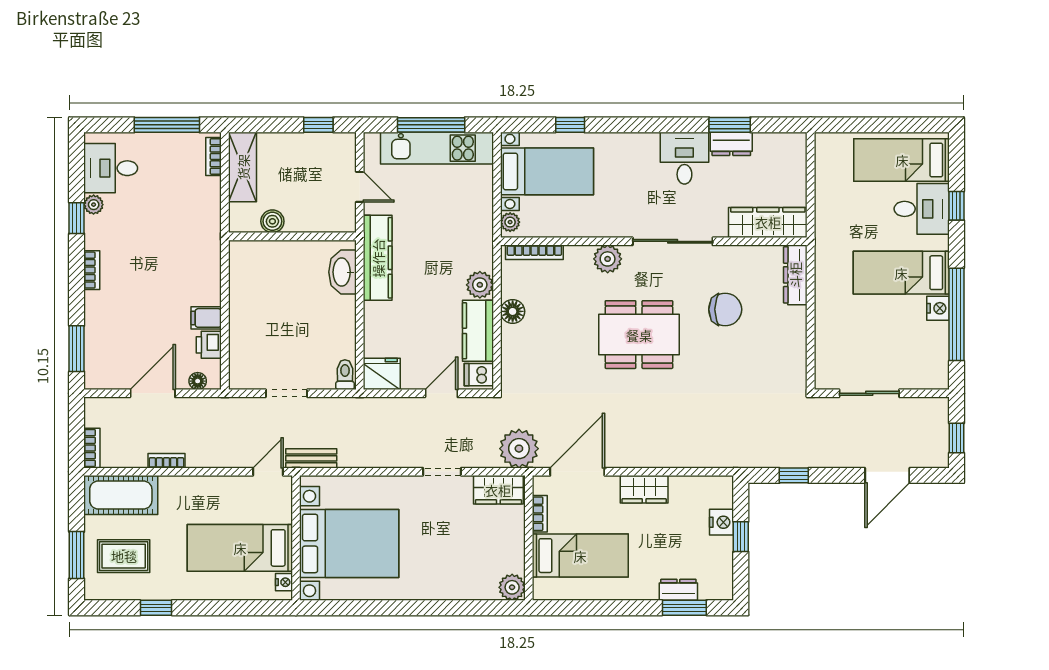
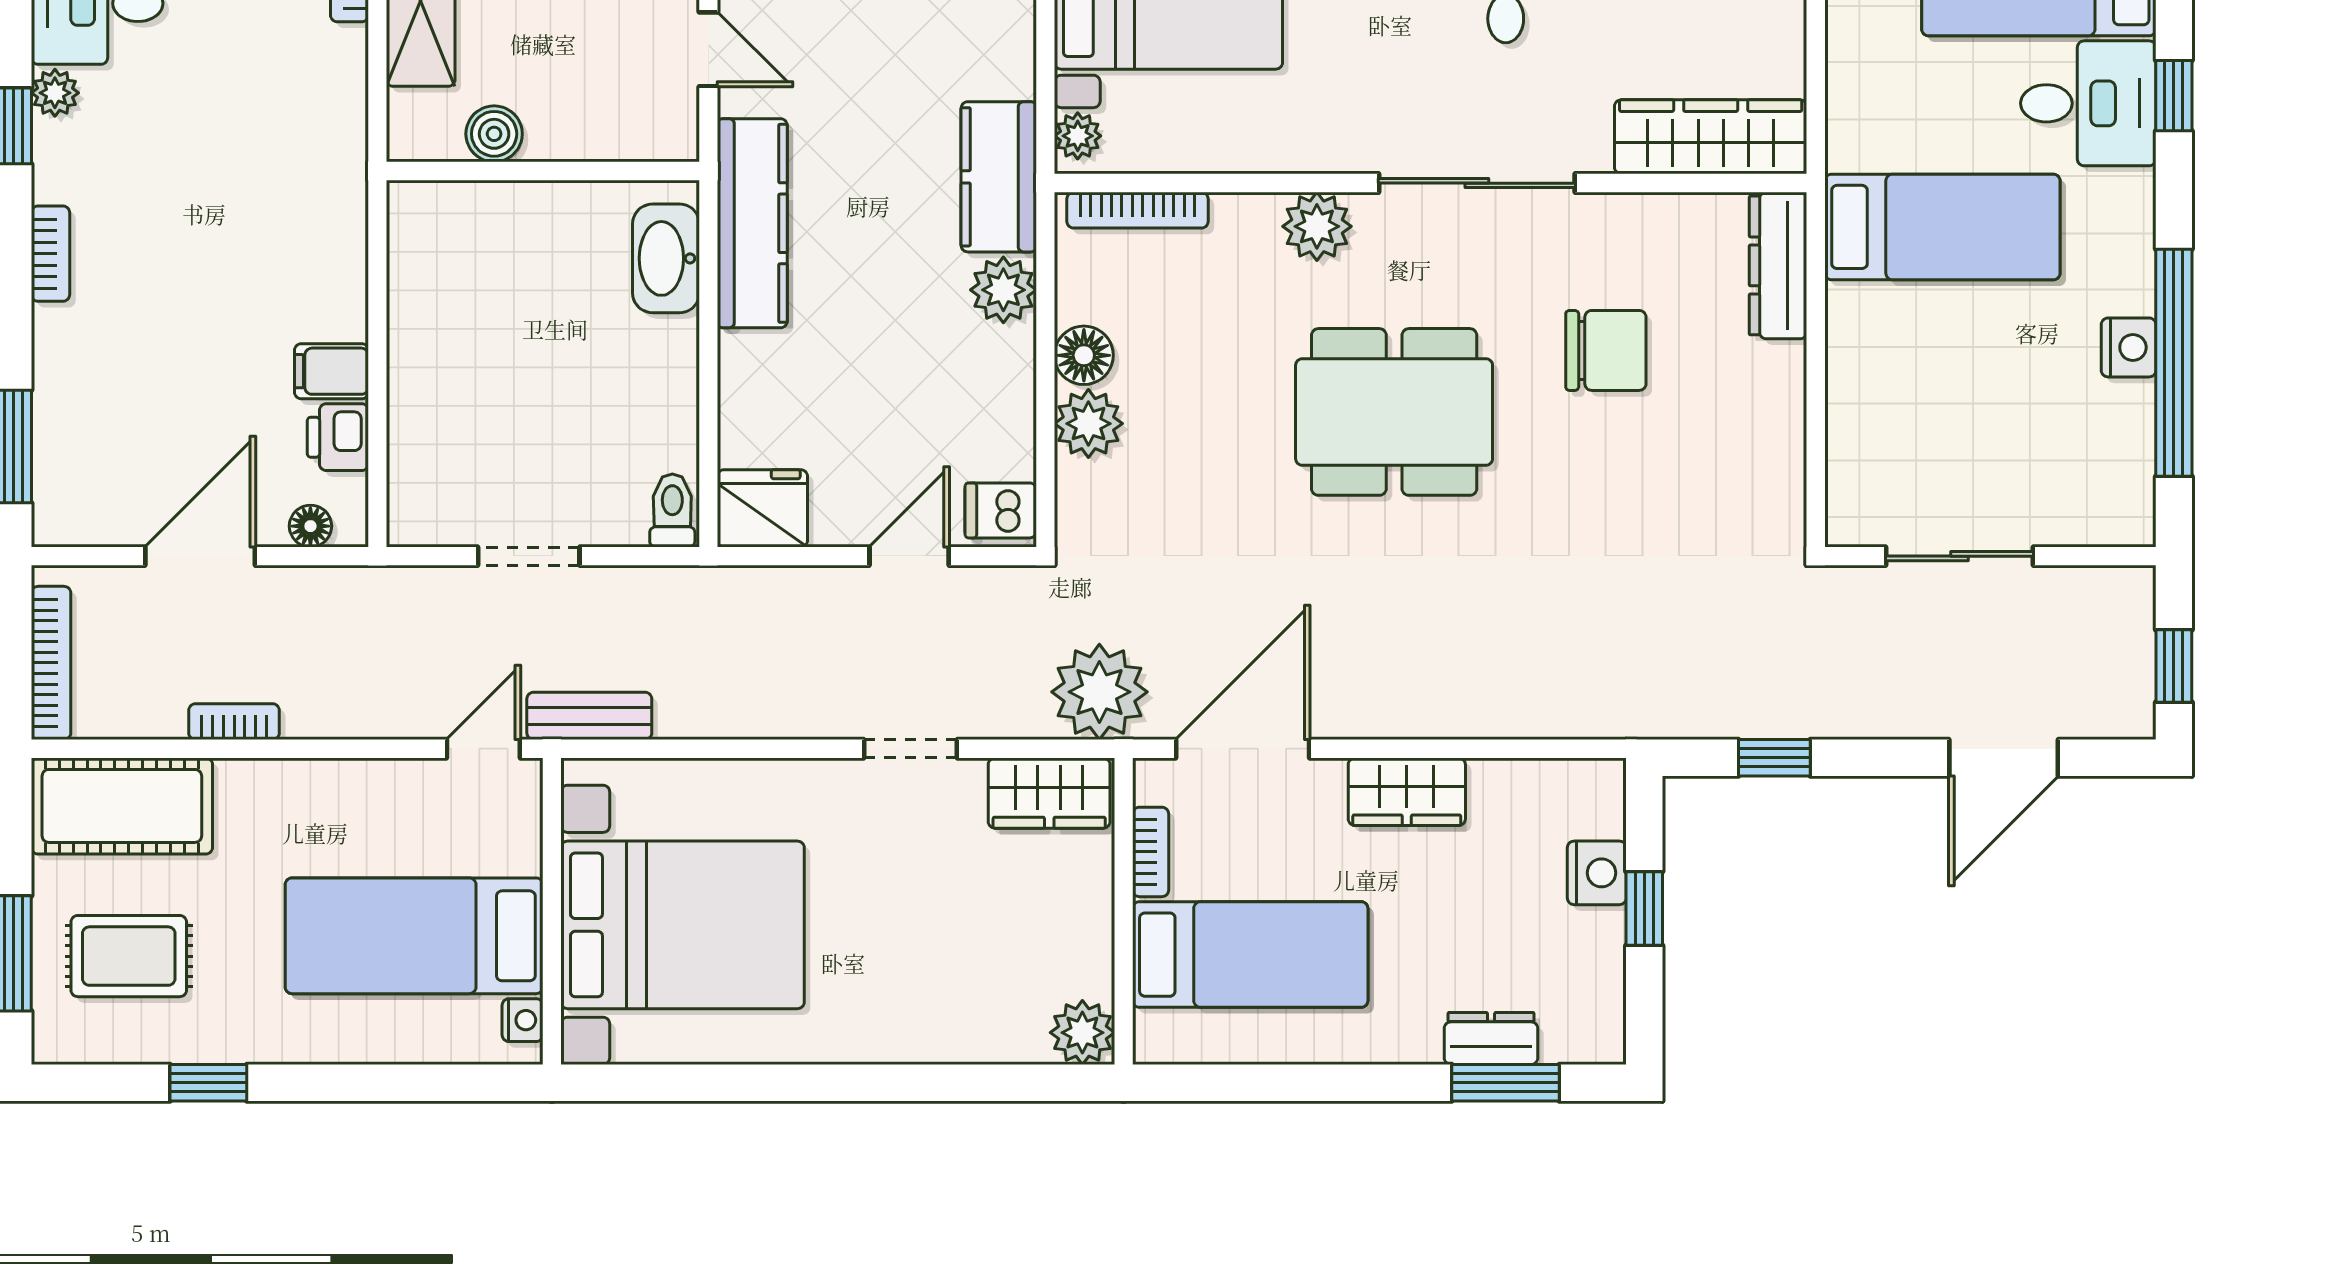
bed: (901, 273) -> (1942, 227), moved, turned 180
kitchen counter: (478, 331) -> (999, 177), moved
plant: (514, 339) -> (1088, 424), added
bookcase: (92, 448) -> (51, 663), width x1.56

